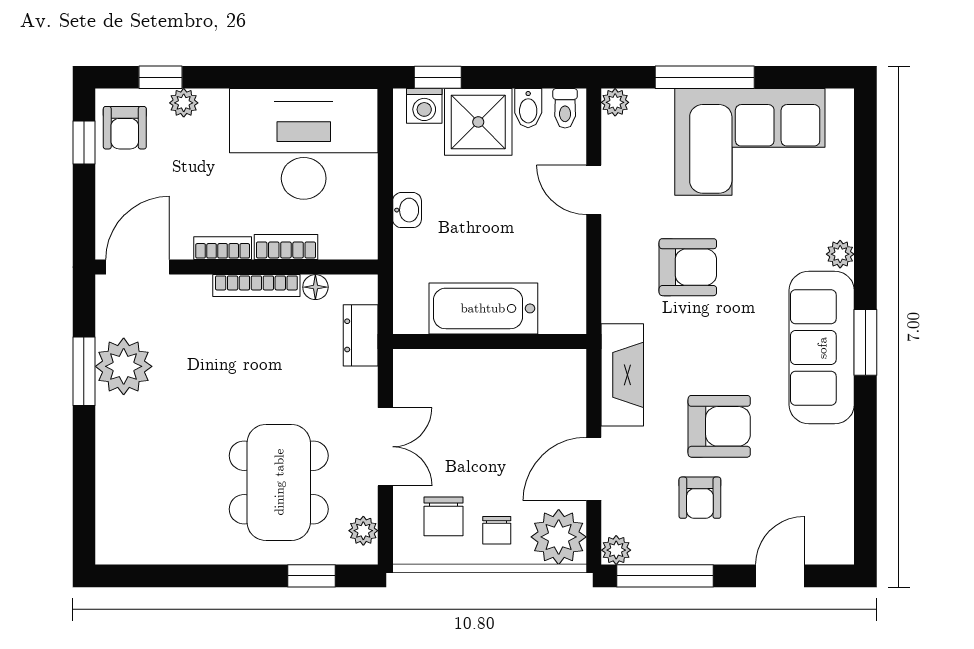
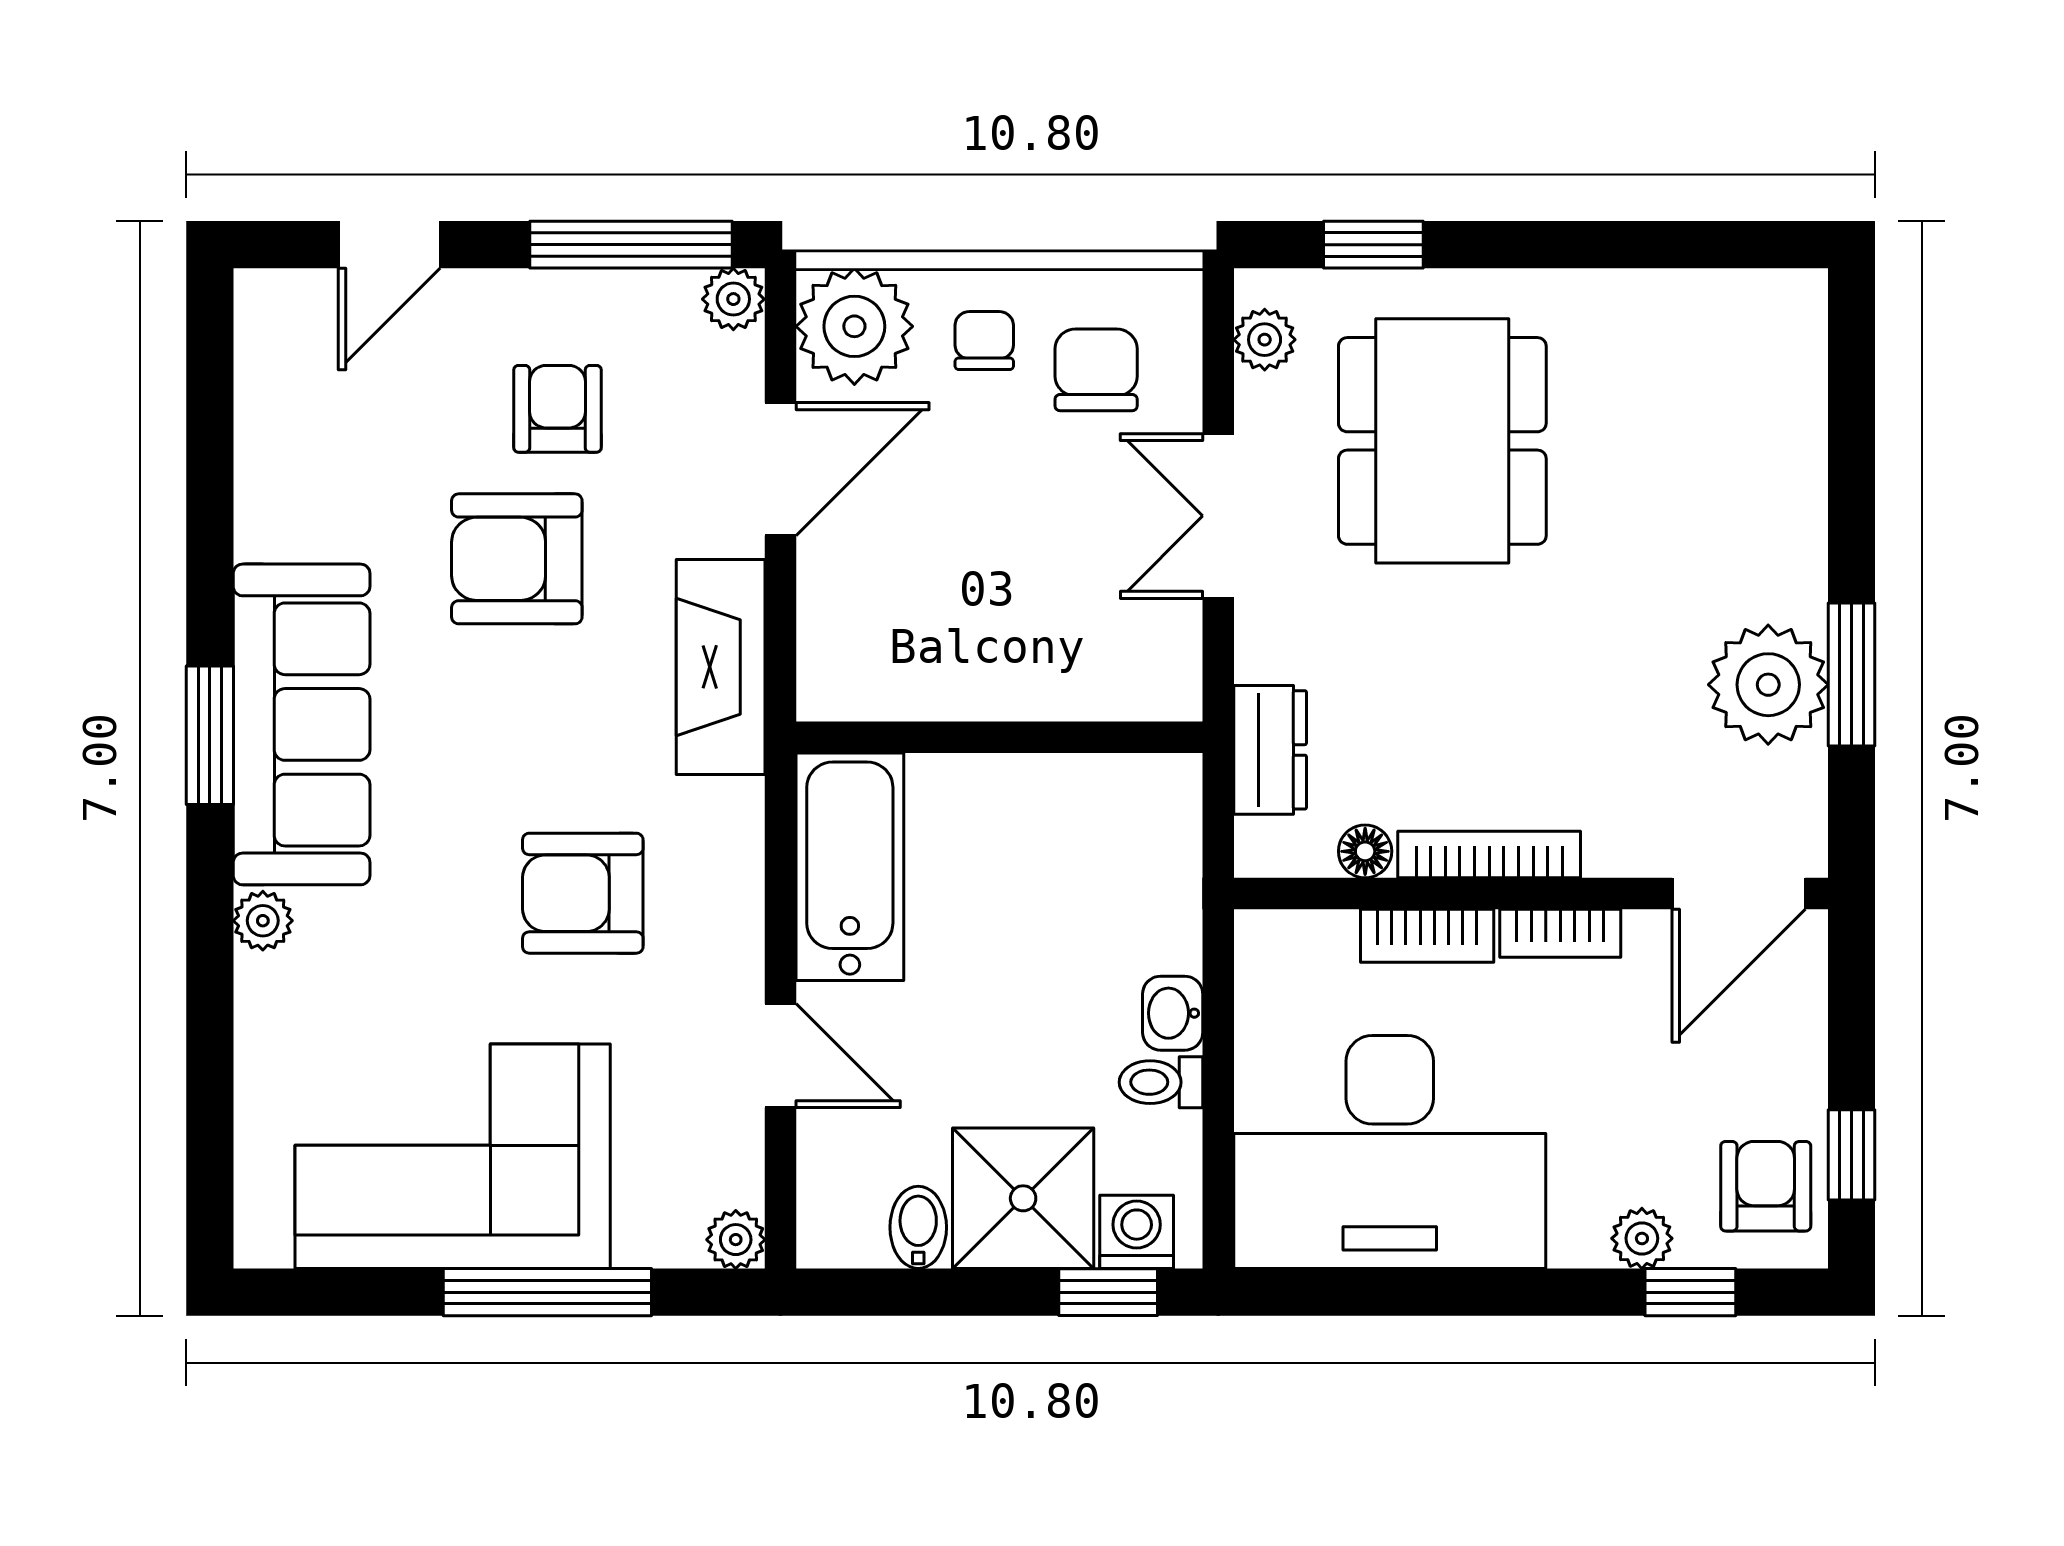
toilet: (565, 108) -> (1161, 1082), moved, turned -90
bathtub: (483, 308) -> (850, 867), moved, turned -90

